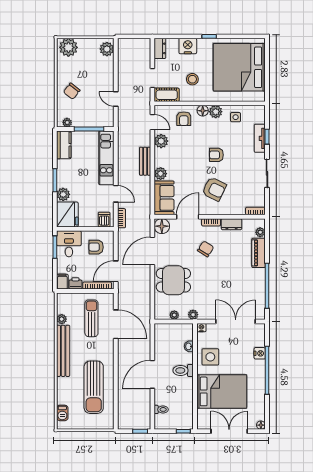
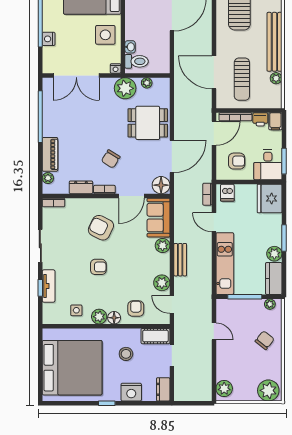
plant: (63, 194) -> (274, 254), moved
plant: (193, 315) -> (125, 88), width x1.88, depth x1.88
toilet: (183, 370) -> (137, 61), moved

